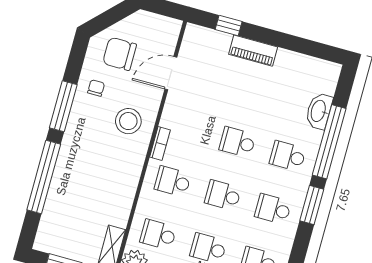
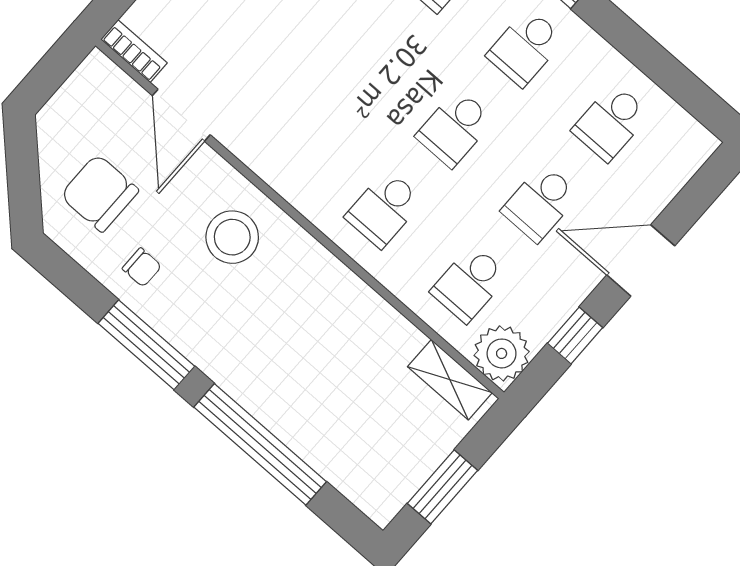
chair: (120, 54) -> (99, 193), turned 90
chair: (96, 88) -> (142, 267), turned 180
school desk: (237, 142) -> (369, 53), removed
bookcase: (160, 143) -> (134, 51), moved

